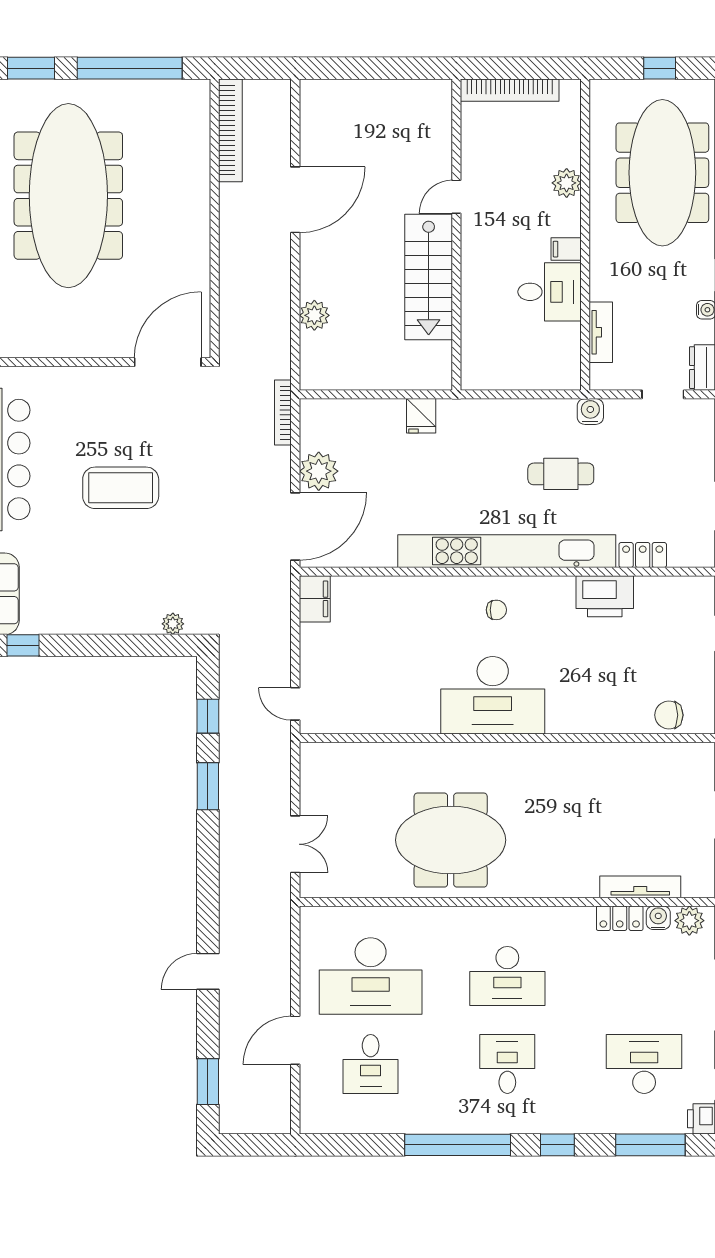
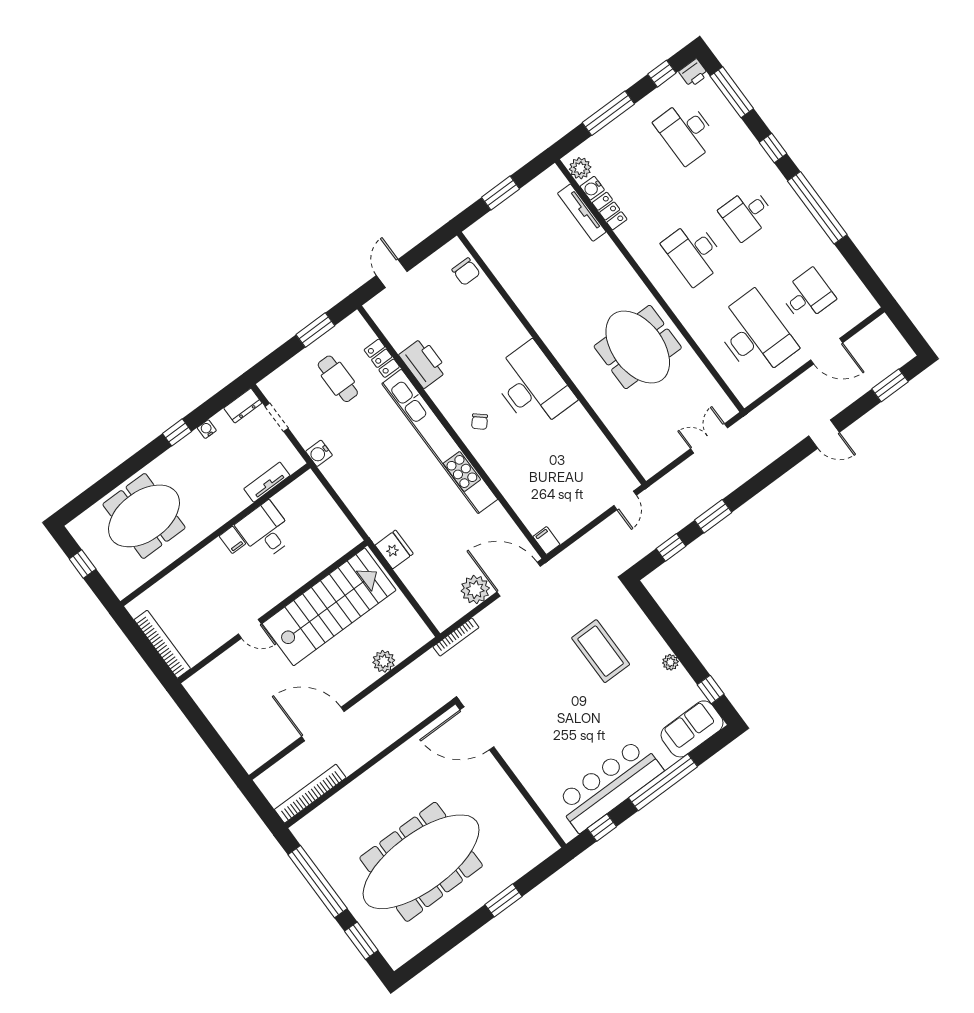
meeting table: (662, 173) -> (144, 516), width x0.73
plant: (567, 183) -> (193, 569), removed
stairs: (429, 277) -> (329, 607), width x1.36, depth x1.51
fridge: (421, 416) -> (394, 549), width x1.38
cafe table: (561, 474) -> (338, 379), moved
coffee table: (121, 488) -> (601, 651), moved
filing cabinet: (315, 599) -> (546, 541), width x0.50
chair: (496, 610) -> (480, 422), turned -139
plant: (173, 624) -> (670, 662), moved
desk: (507, 976) -> (694, 253), turned 180

